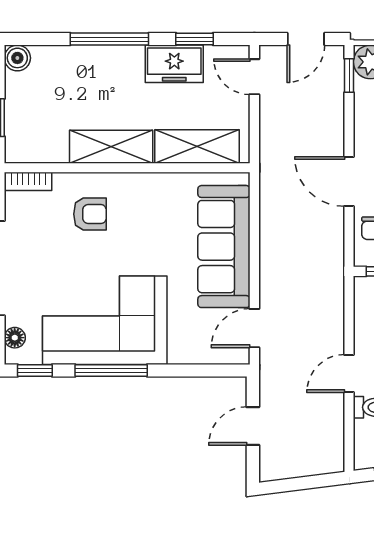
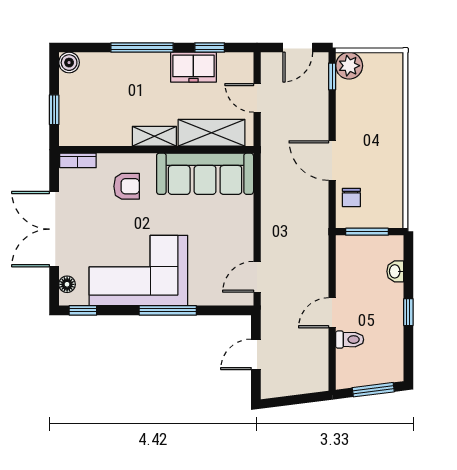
door: (254, 77) -> (257, 98), moved
shelving: (111, 147) -> (154, 136), width x0.67, depth x0.75
sofa: (224, 247) -> (205, 174), moved, turned -90
window: (111, 370) -> (168, 310), moved

